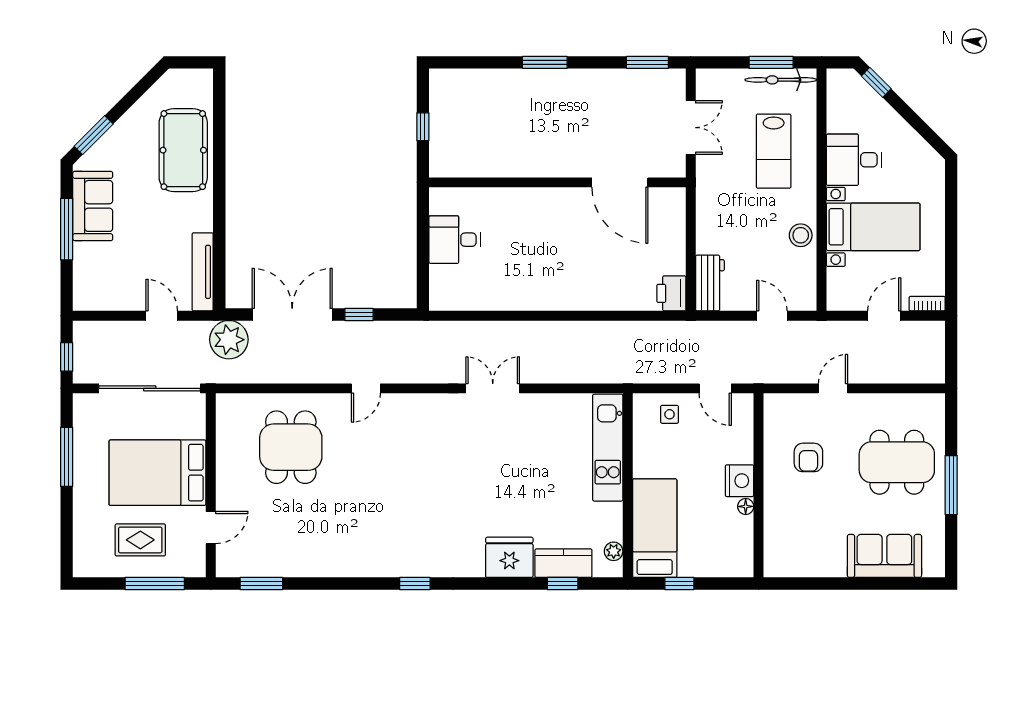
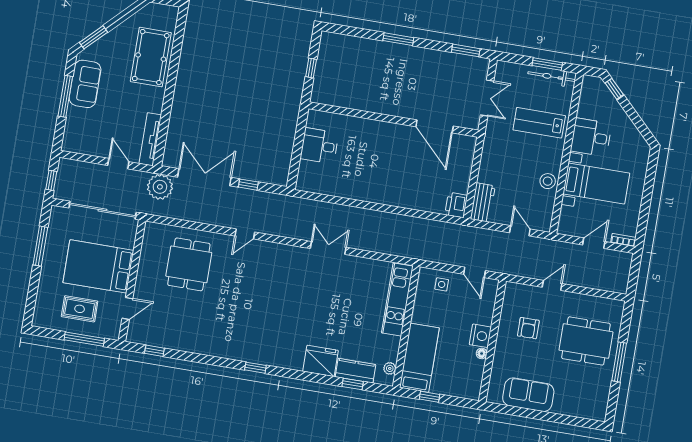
lab bench: (774, 151) -> (539, 123), turned 90
sofa: (884, 556) -> (528, 395), moved
window: (261, 583) -> (154, 351), width x0.67

